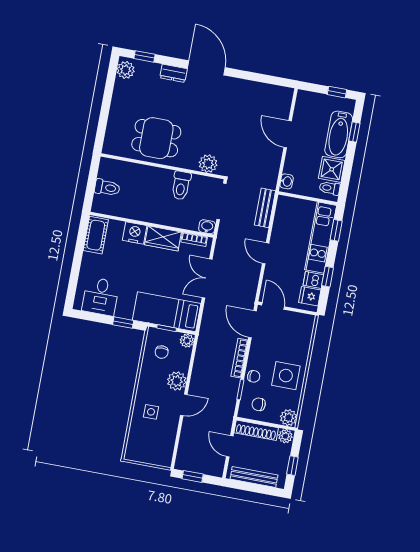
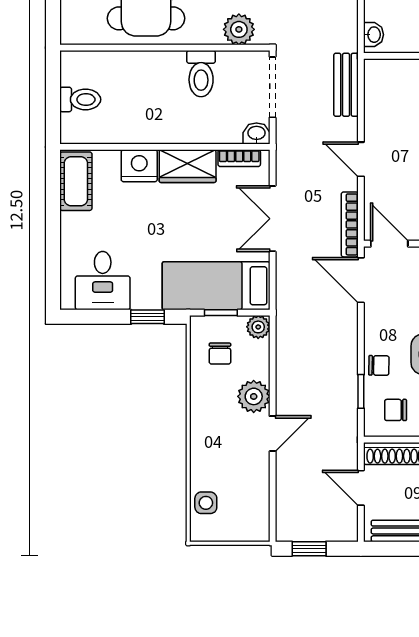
bookcase: (239, 358) -> (350, 224), moved
side table: (151, 412) -> (206, 503), moved

